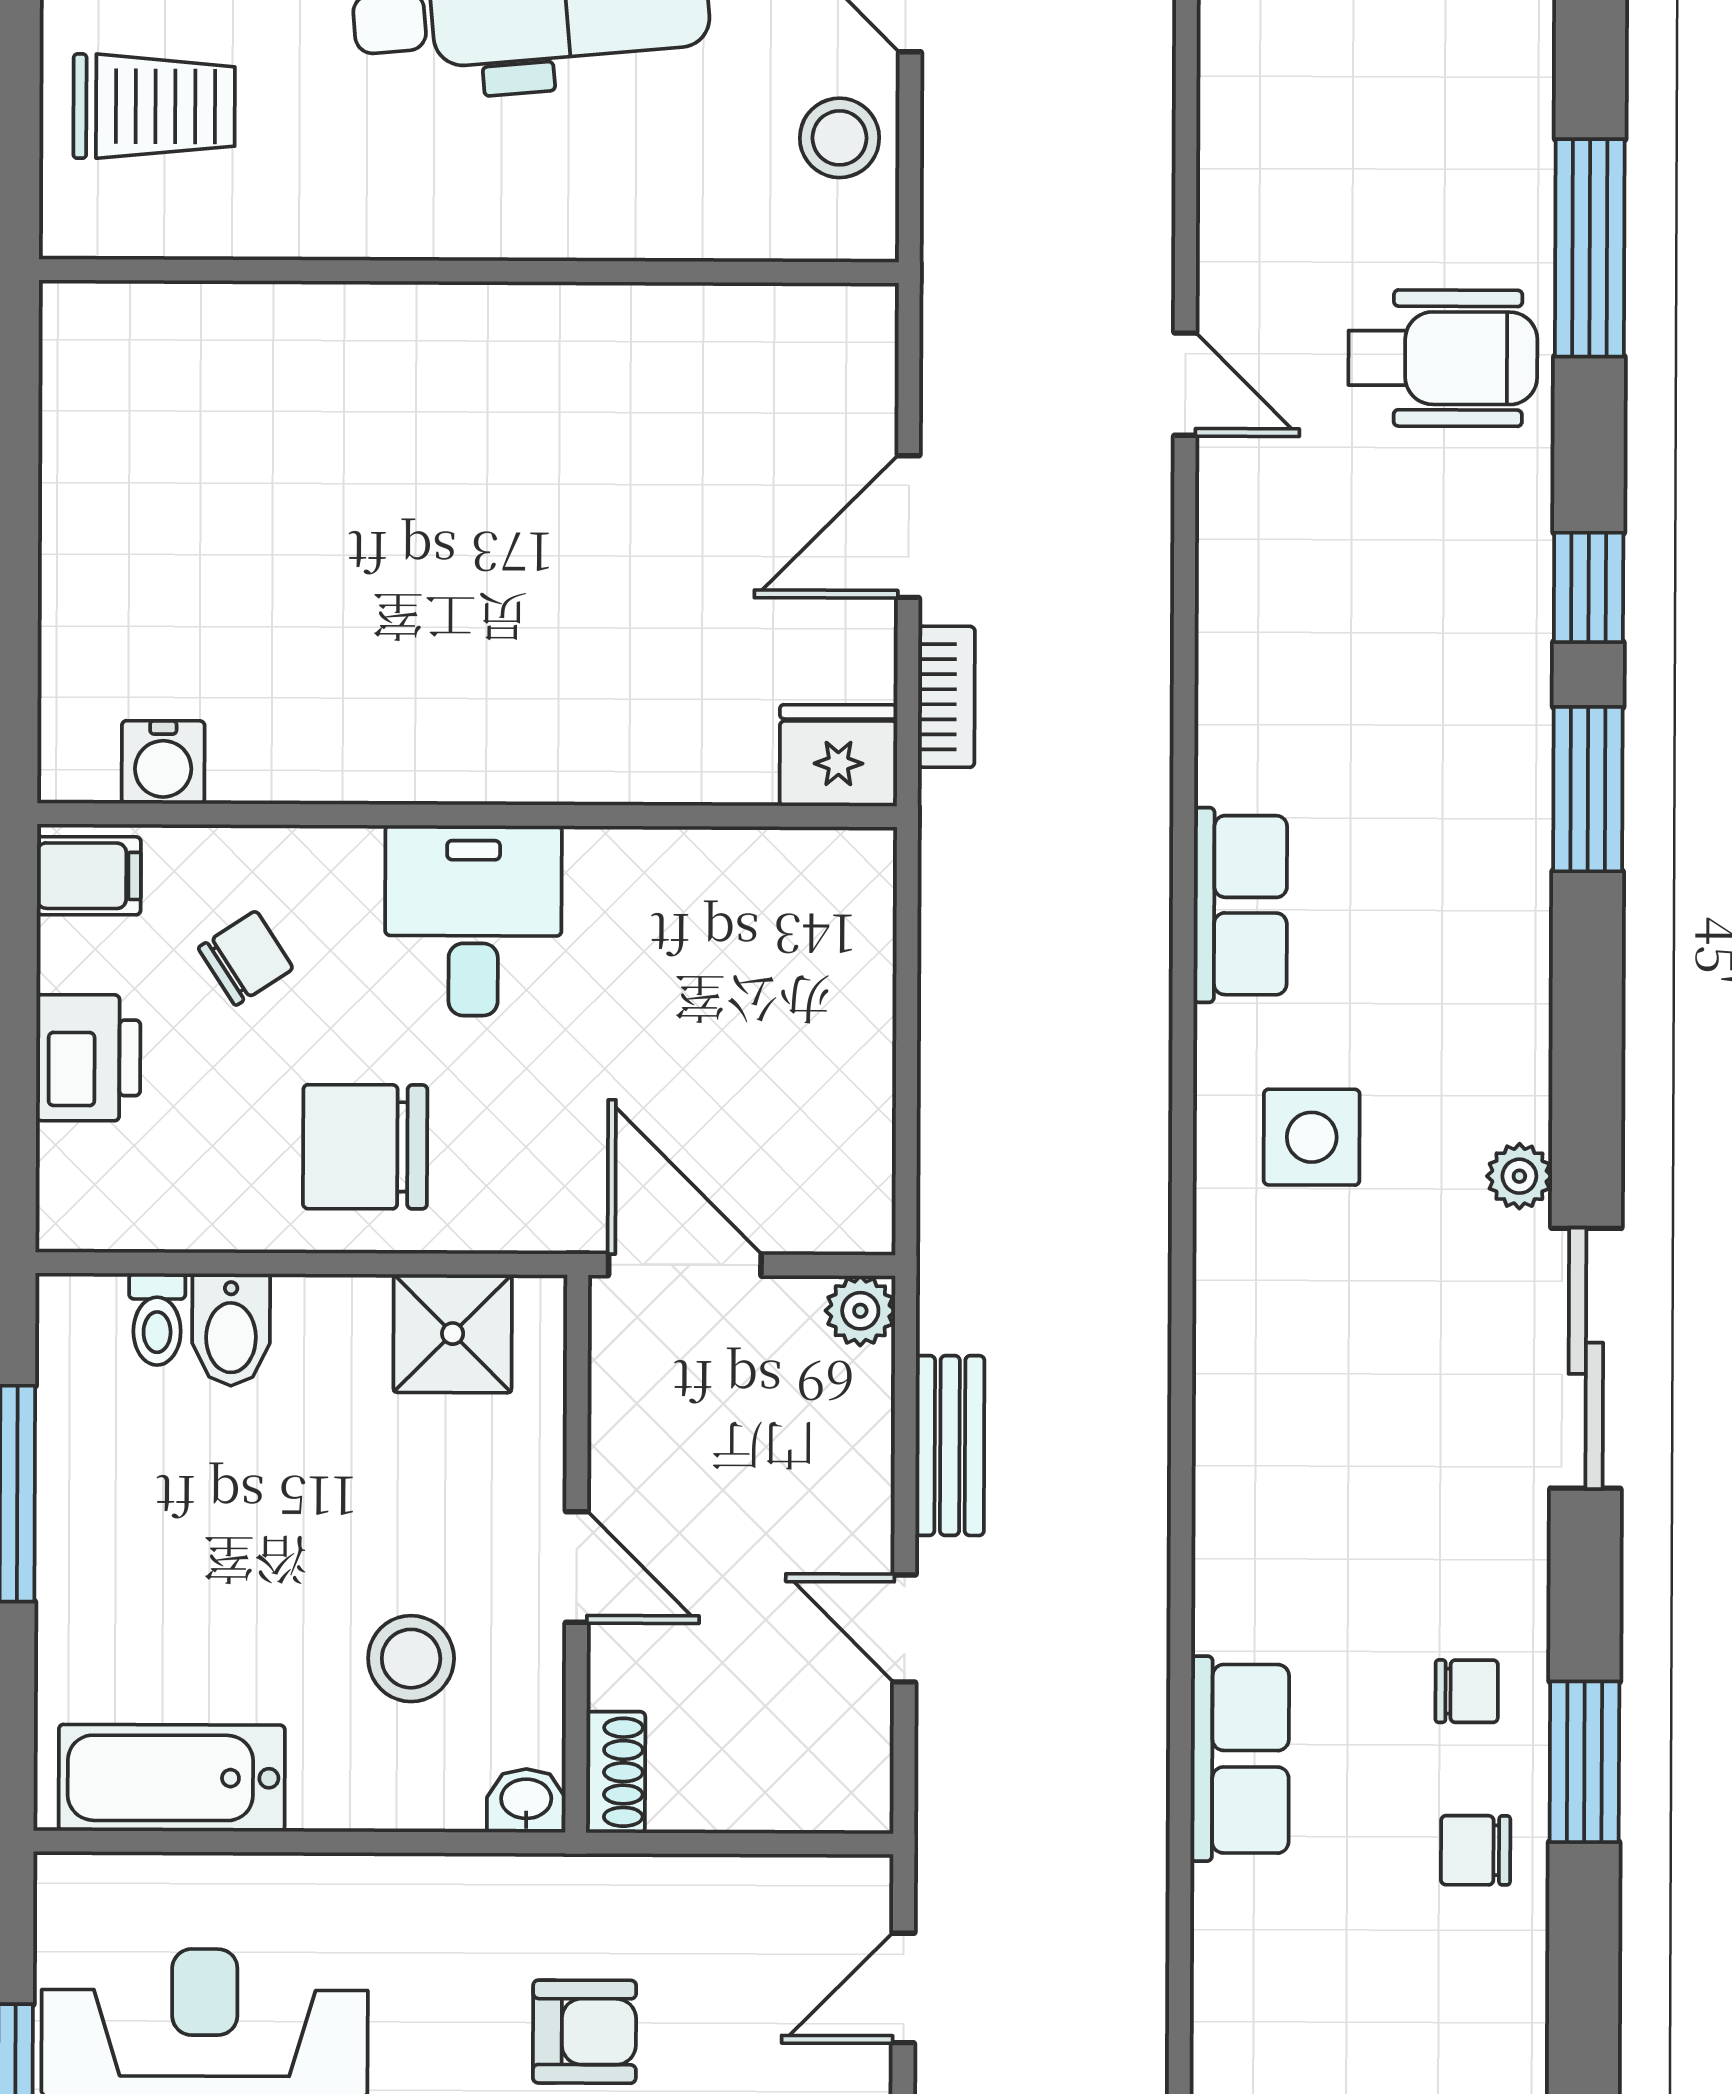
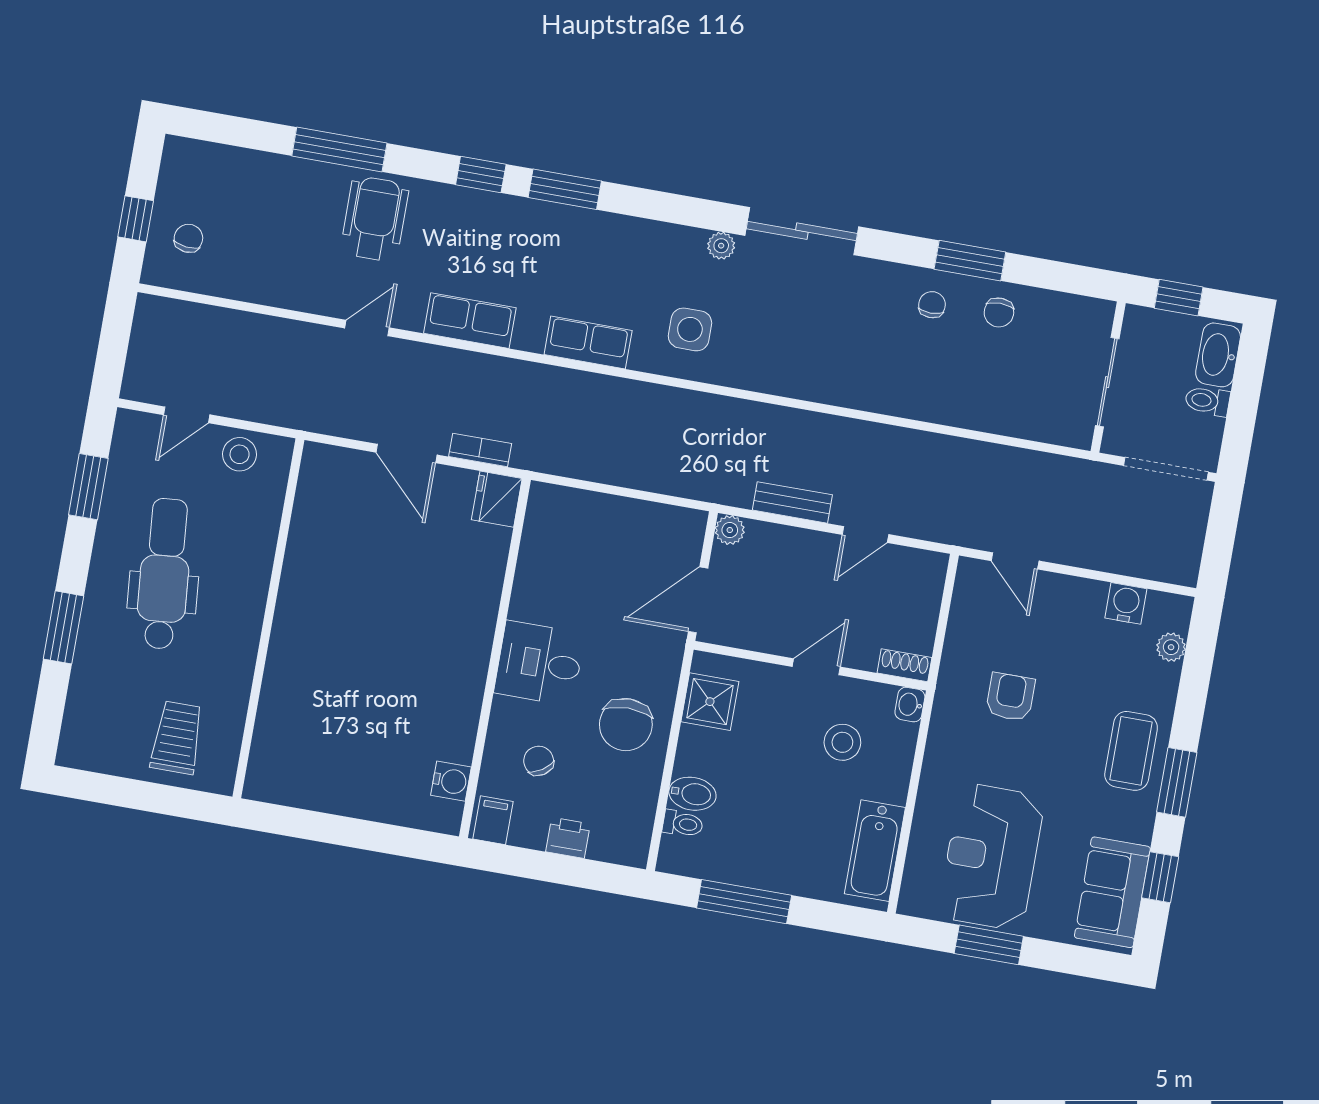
printer: (88, 1058) -> (568, 838), width x0.73, depth x0.81
row of seats: (1240, 1759) -> (470, 321), moved

